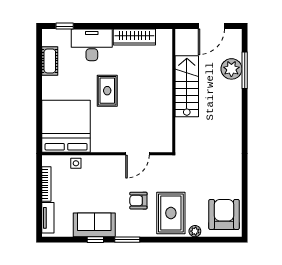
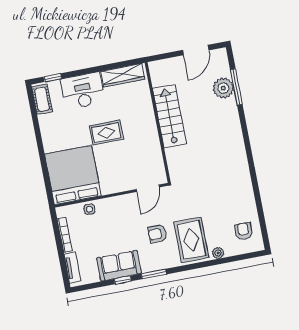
cot: (50, 61) -> (42, 99), moved
stairs: (187, 86) -> (170, 116), moved
rug: (107, 91) -> (106, 133), turned 90
wall: (174, 91) -> (158, 123), moved
armchair: (224, 214) -> (243, 231), width x0.53, depth x0.53

